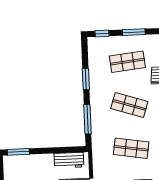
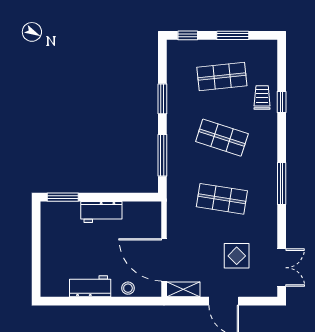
workbench: (69, 160) -> (101, 212), moved

